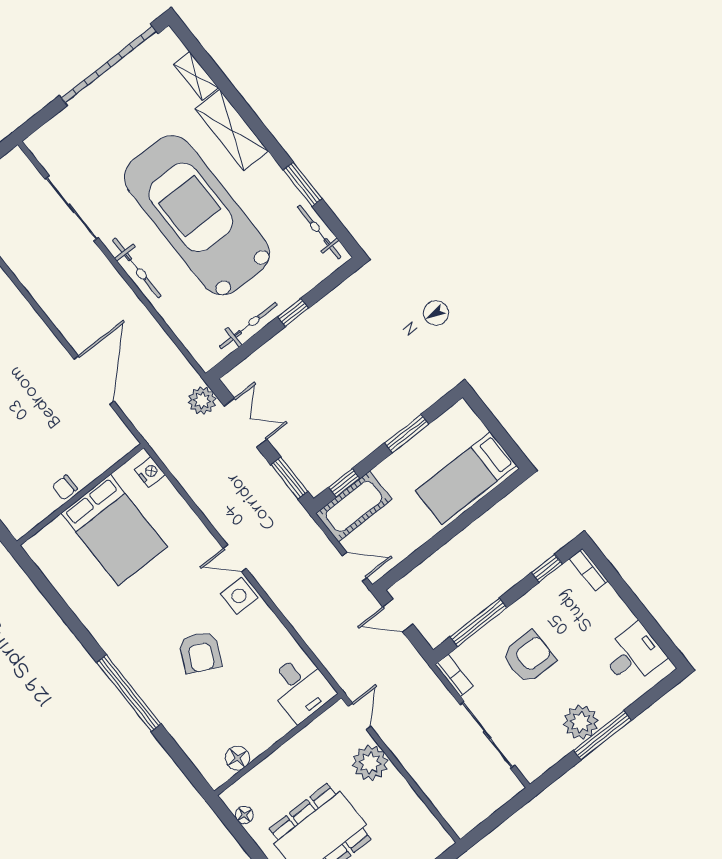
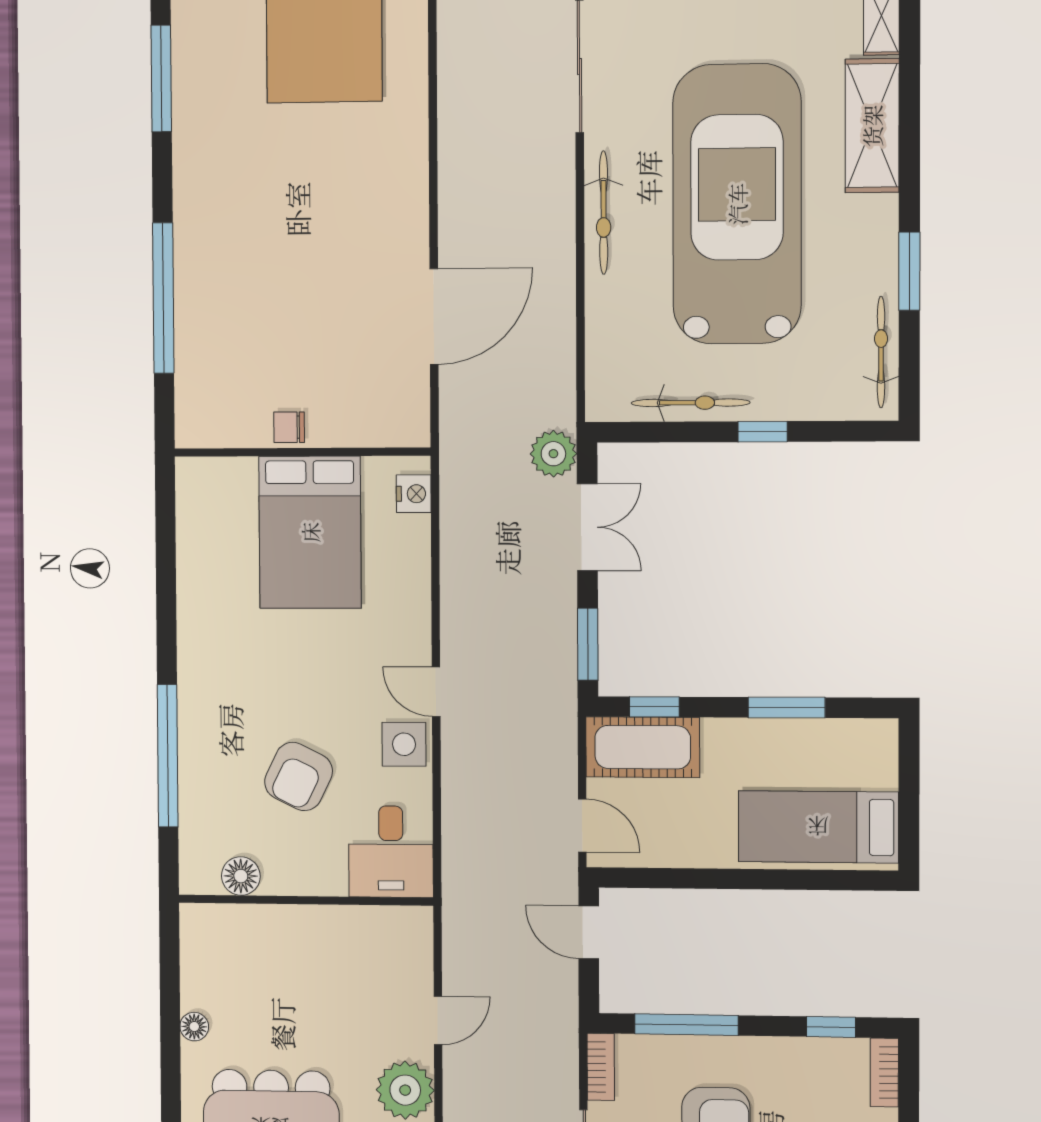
desk: (301, 688) -> (391, 852), moved
wall: (278, 744) -> (305, 900), moved
floor lamp: (237, 758) -> (241, 876), moved

